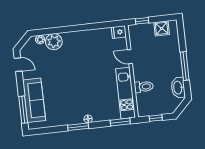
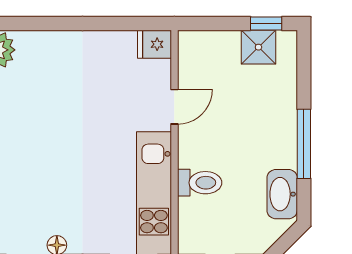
window: (142, 21) -> (266, 23), moved
door: (130, 57) -> (174, 107), swing flipped

